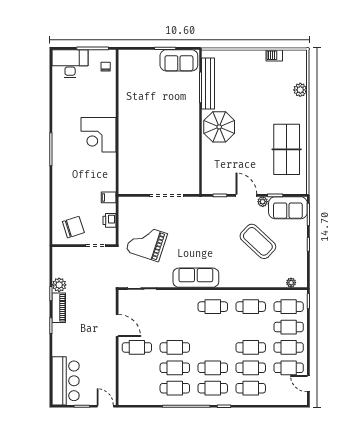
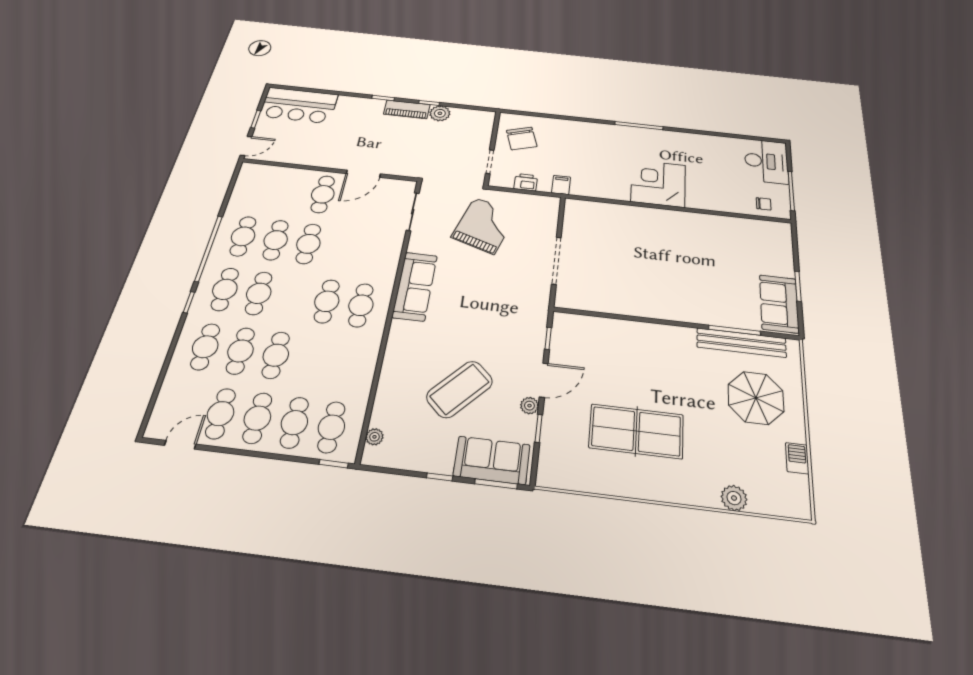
parasol: (219, 127) -> (756, 398), moved
table tennis table: (287, 149) -> (636, 431), moved
sofa: (288, 208) -> (492, 460), moved, turned 90
cafe table: (251, 307) -> (327, 301), moved

